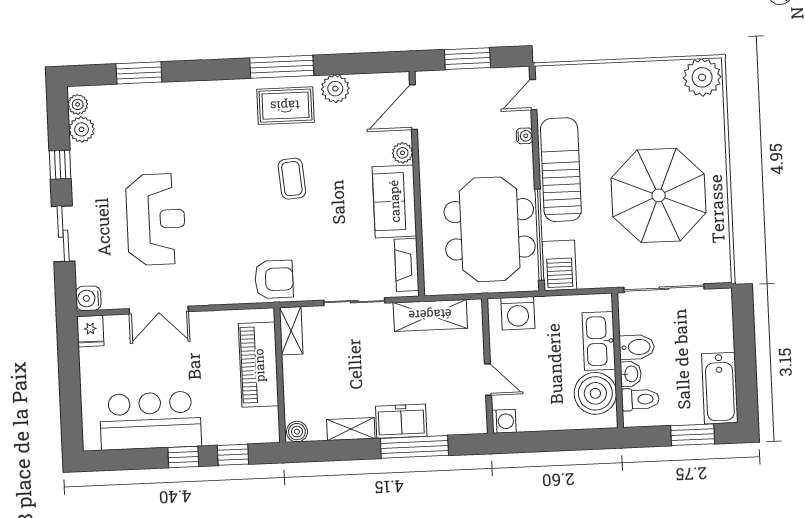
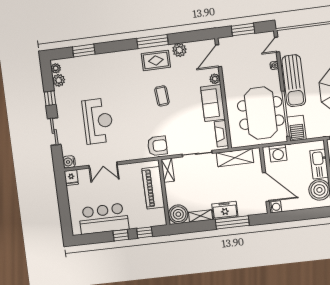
sun lounger: (561, 170) -> (294, 81), turned 180
door: (488, 380) -> (266, 187), width x1.88
boiler: (297, 432) -> (178, 214), width x1.86, depth x1.86

